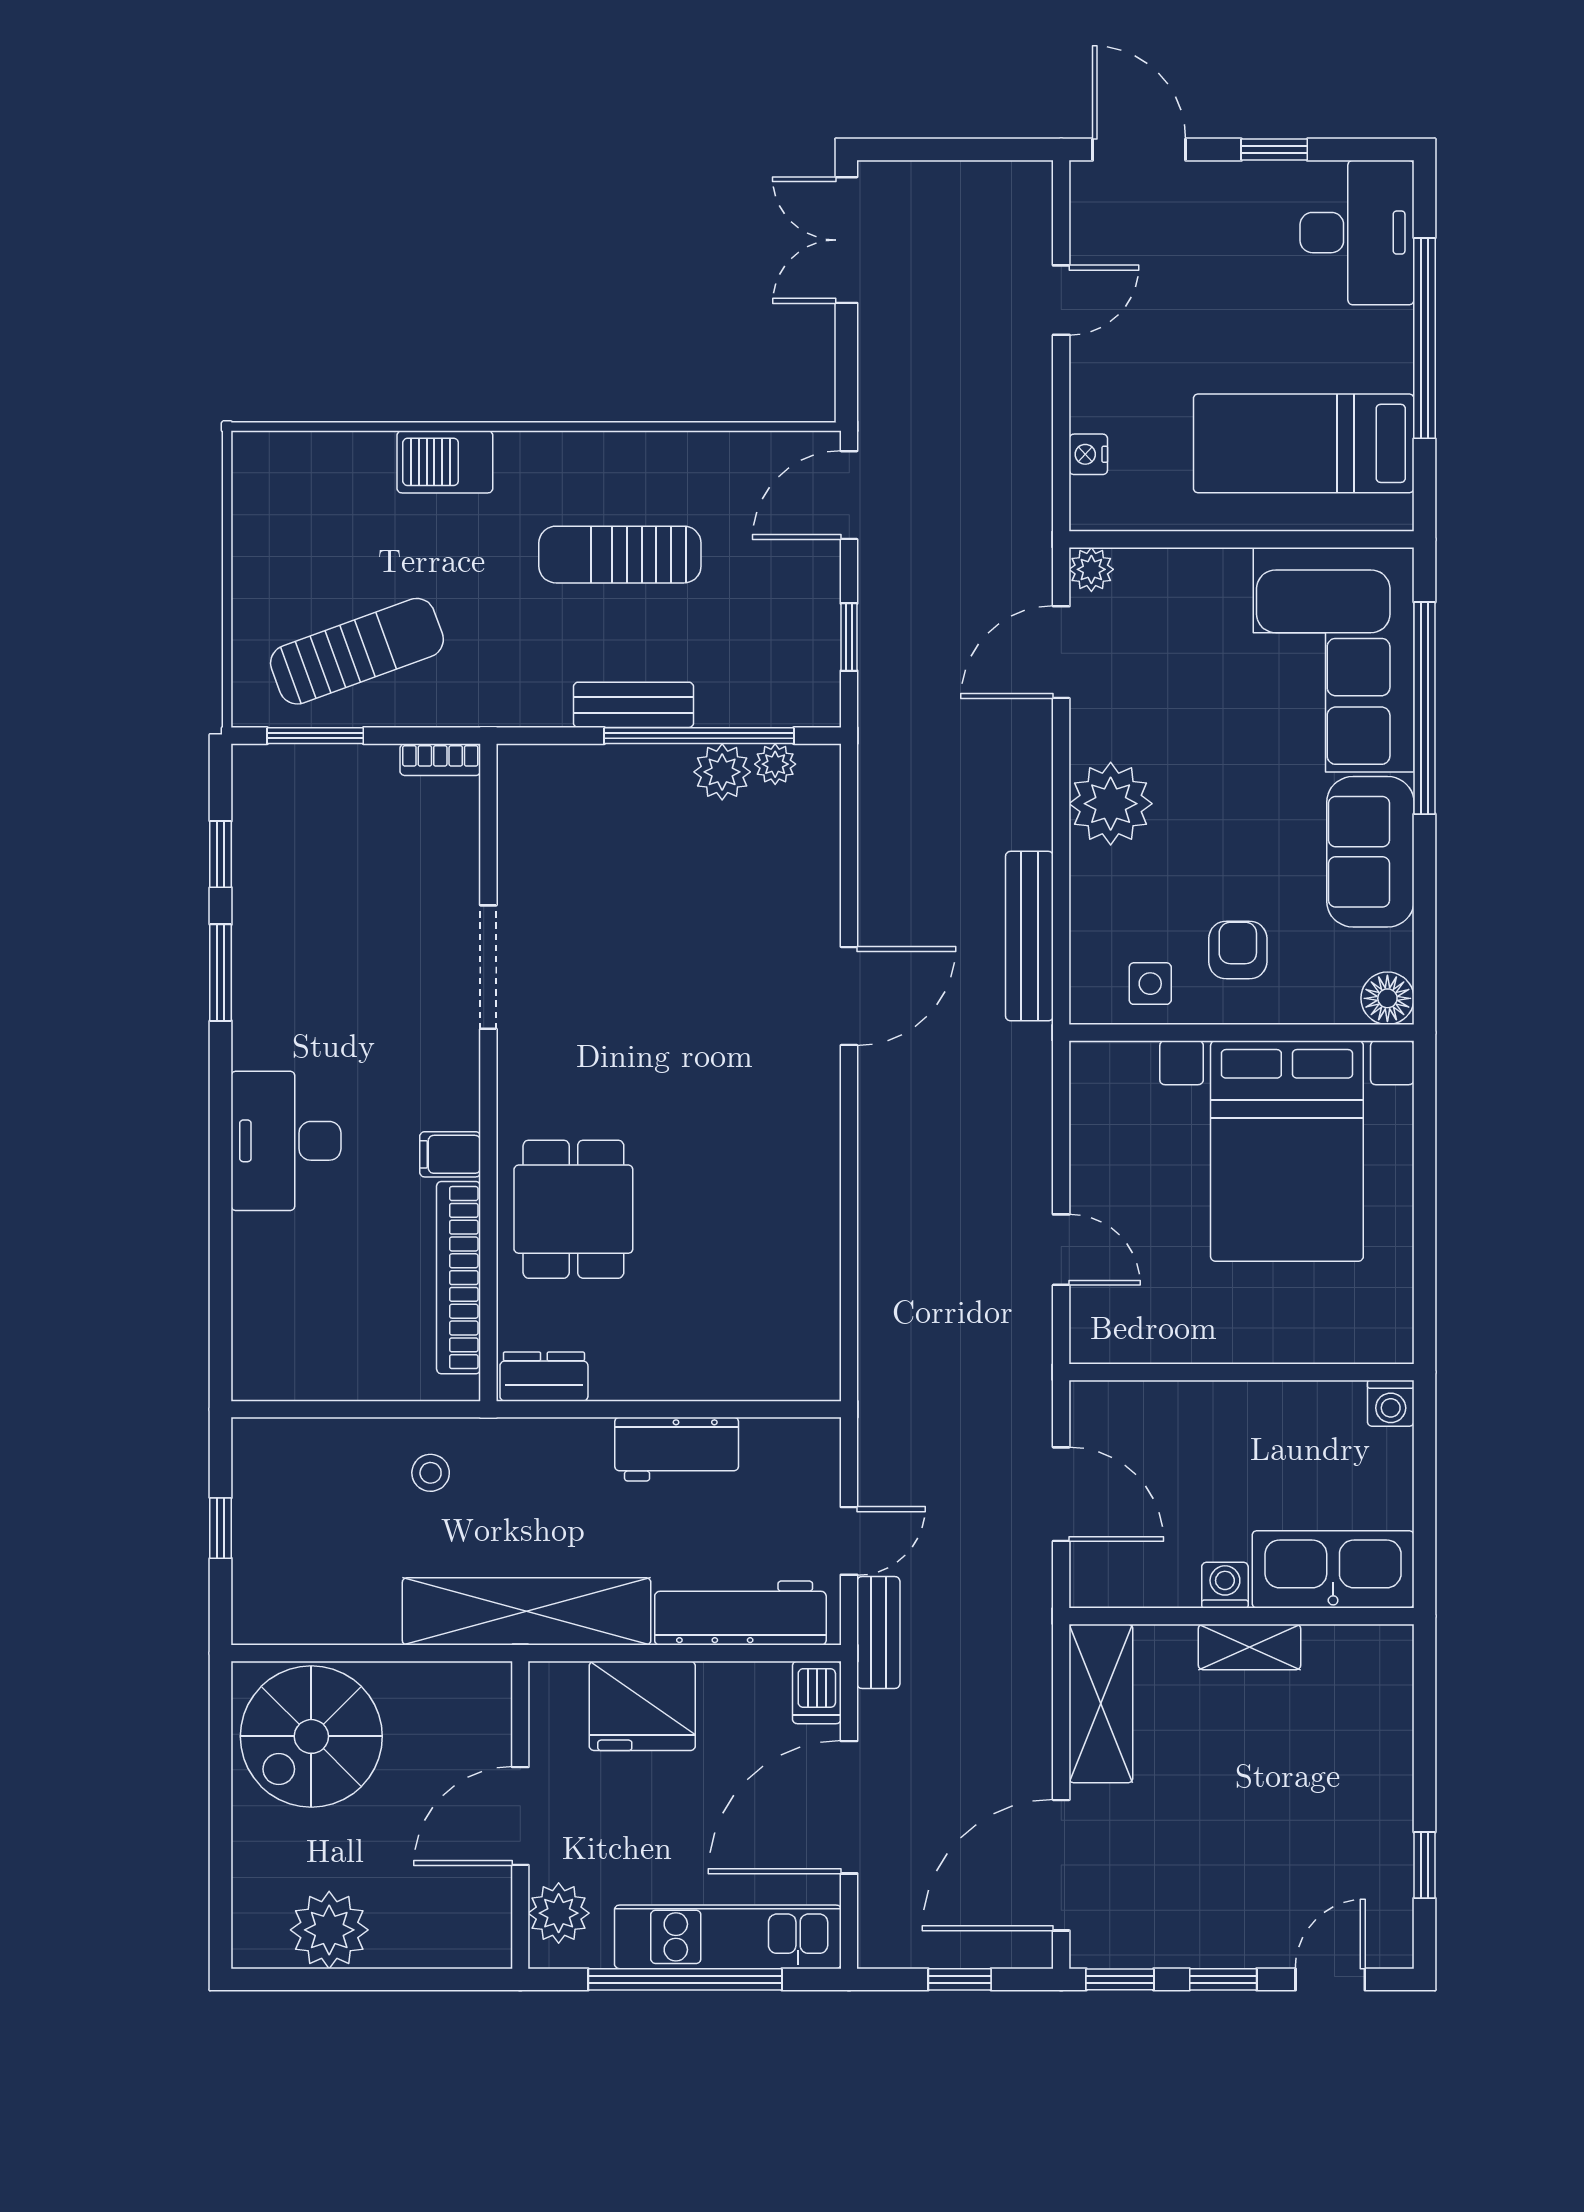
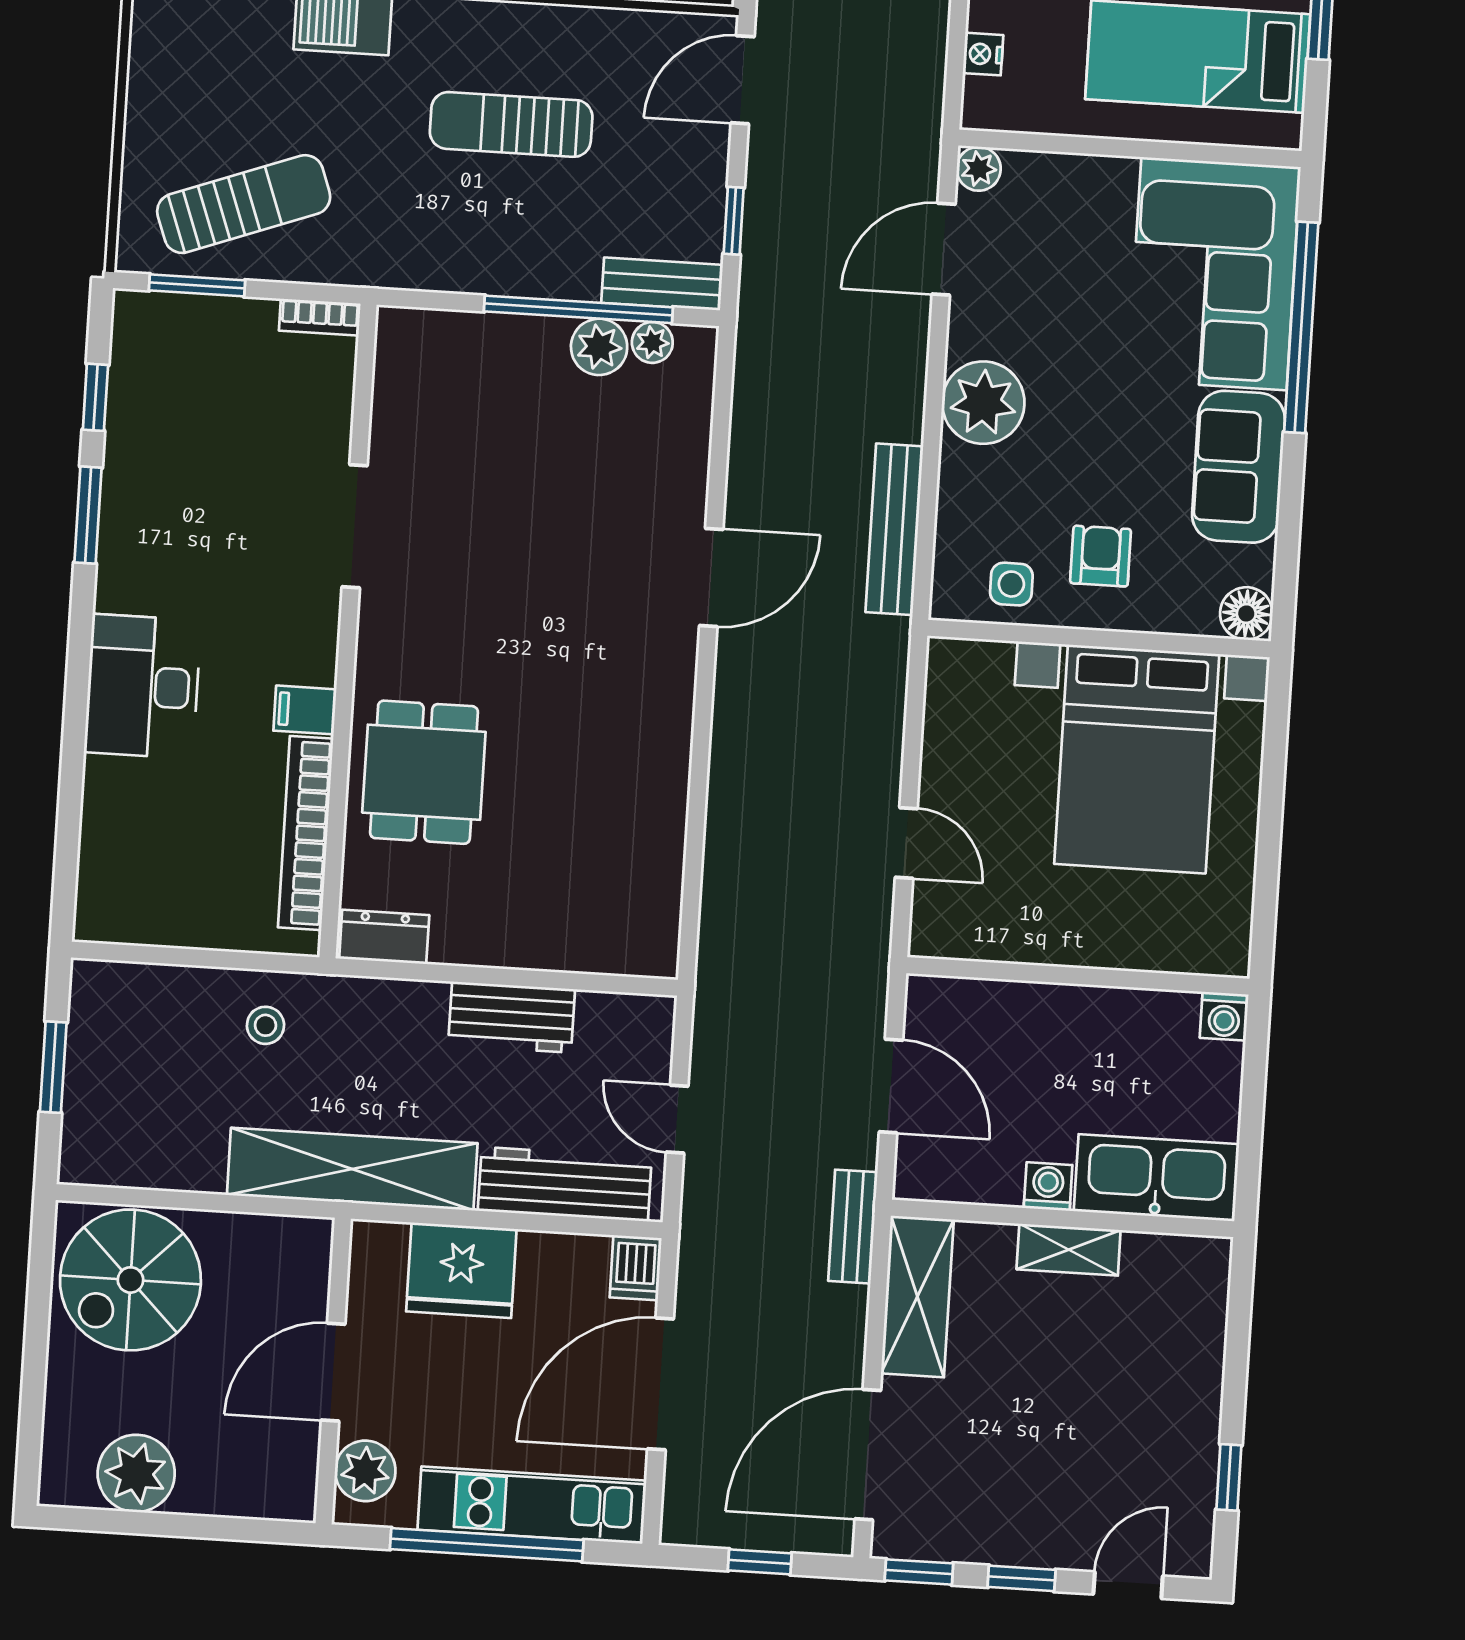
bench: (634, 705) -> (662, 284), moved
window: (221, 1528) -> (53, 1067), width x1.50
door: (849, 1541) -> (677, 1119), swing flipped
bench: (878, 1632) -> (853, 1227), moved

